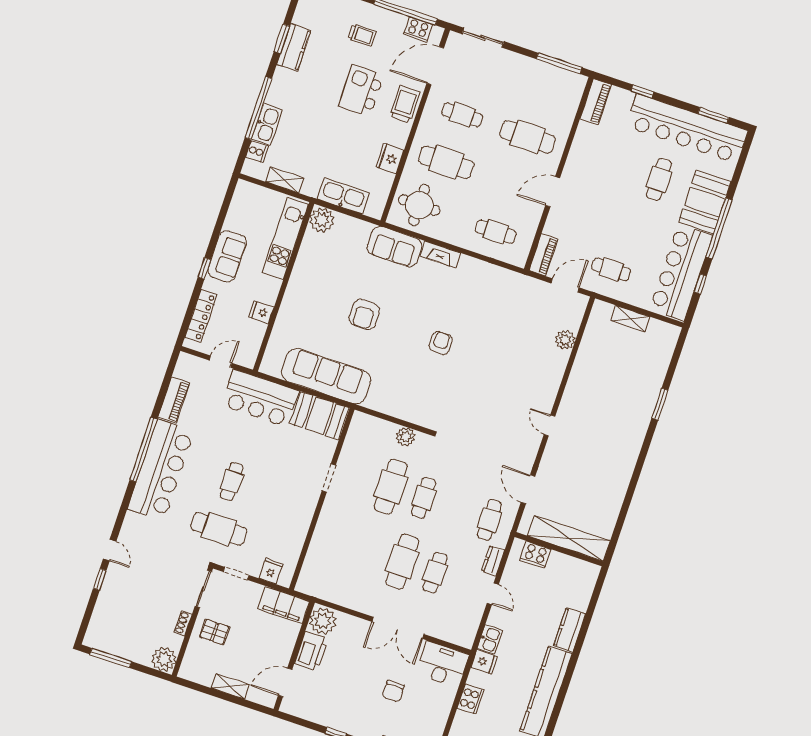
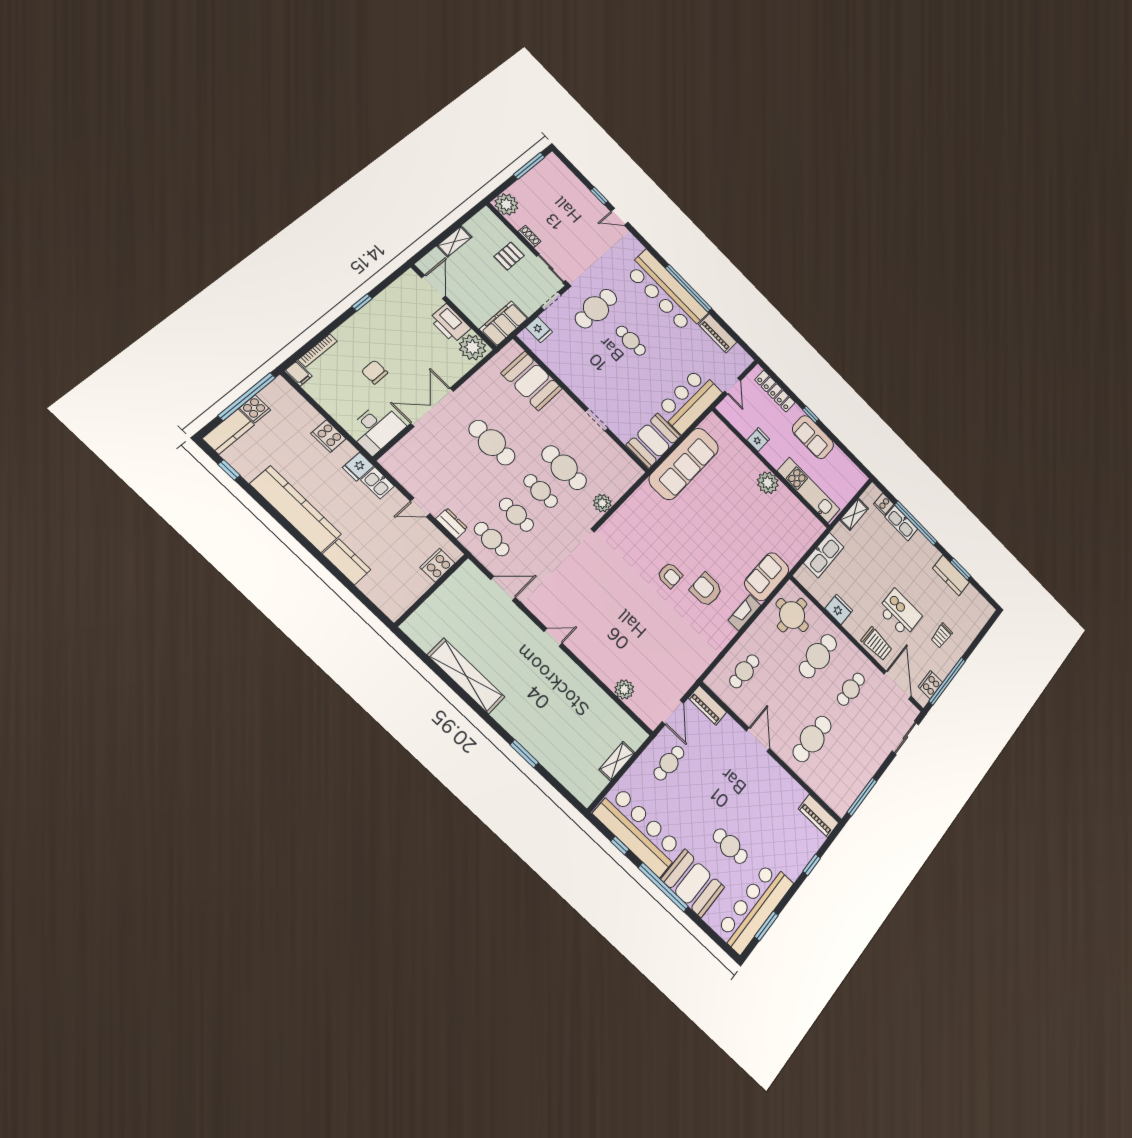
bar counter: (687, 129) -> (755, 907), width x0.73
plant: (322, 220) -> (768, 483), moved
armchair: (364, 314) -> (706, 590), moved
shelving: (569, 538) -> (466, 676), moved, turned 90
booth: (325, 554) -> (532, 381), added
cafe table: (435, 573) -> (516, 515), moved

